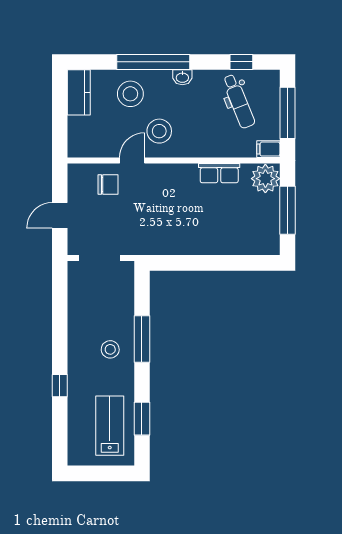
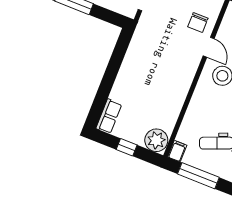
row of seats: (219, 173) -> (109, 116), moved, turned 180
window: (287, 210) -> (127, 147), width x0.46

